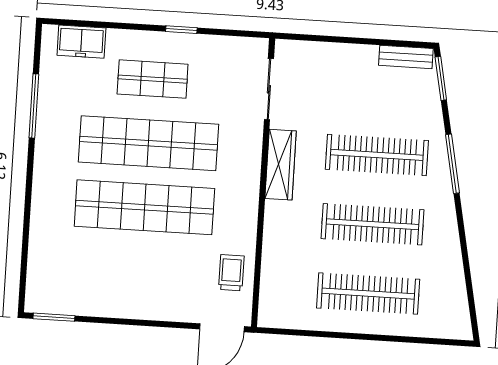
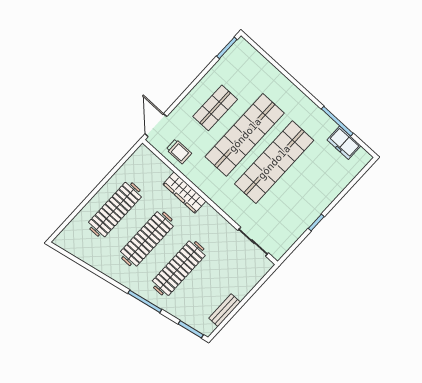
freezer: (81, 42) -> (344, 143), moved, turned -90
bench: (406, 57) -> (225, 310), moved
shop shelf: (153, 79) -> (215, 108), moved
wardrobe: (281, 165) -> (184, 193), moved

